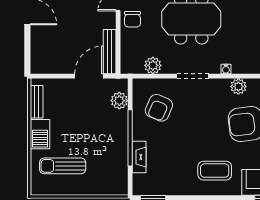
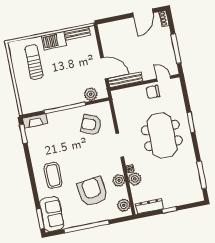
plant: (153, 65) -> (135, 179), moved
fireplace: (139, 157) -> (35, 121), moved

